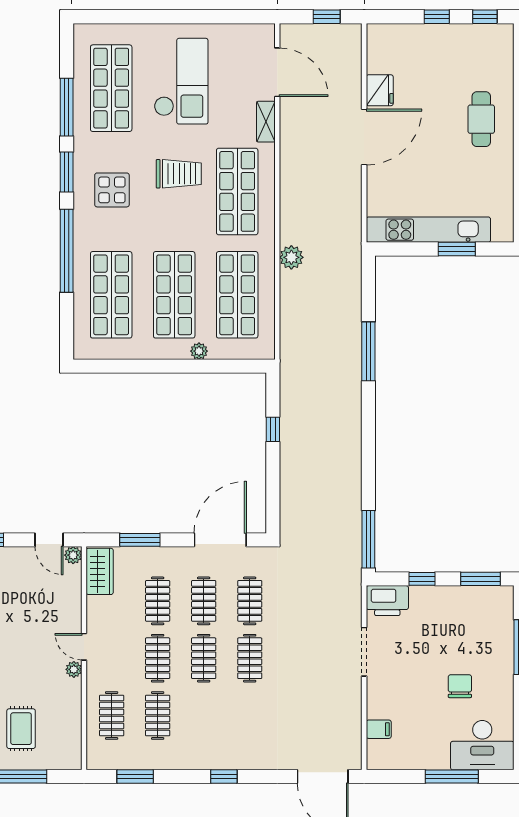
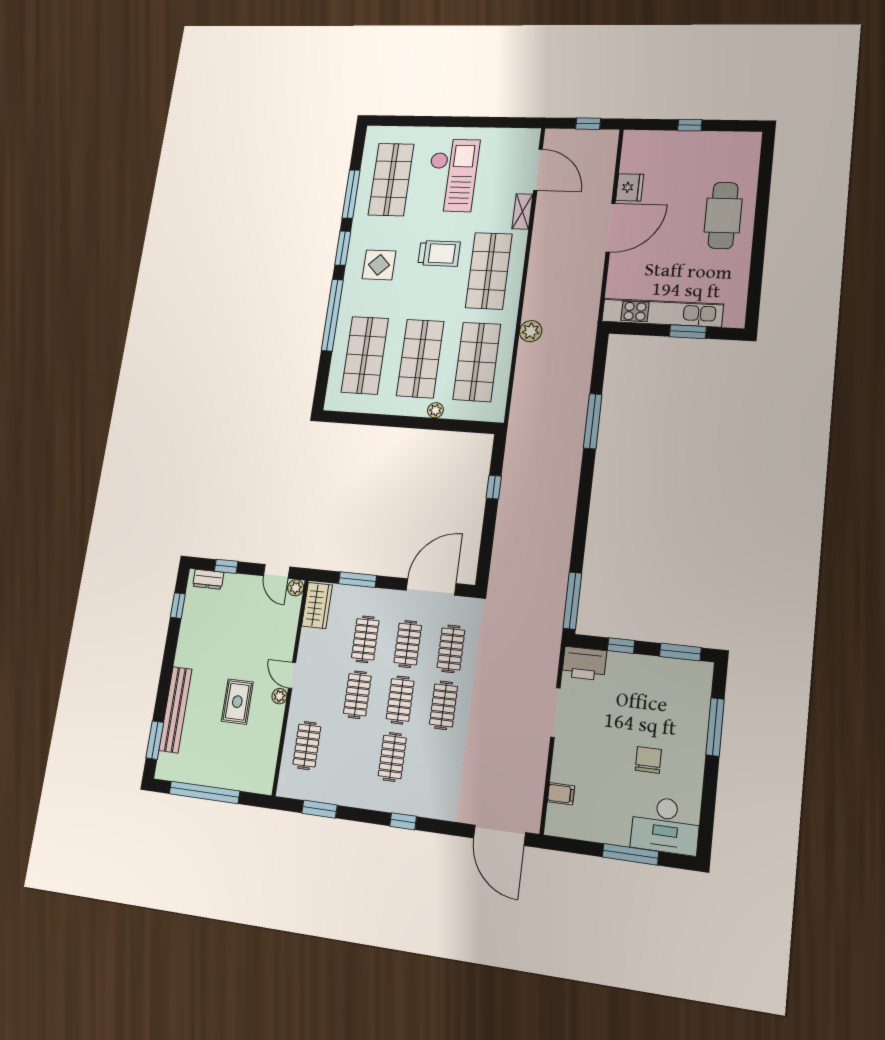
window: (485, 17) -> (735, 126), removed
cafe table: (481, 119) -> (723, 215), width x1.37, depth x1.35
clothes rail: (158, 716) -> (392, 757), moved
rug: (21, 729) -> (237, 702), moved

